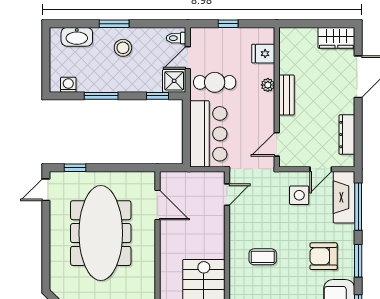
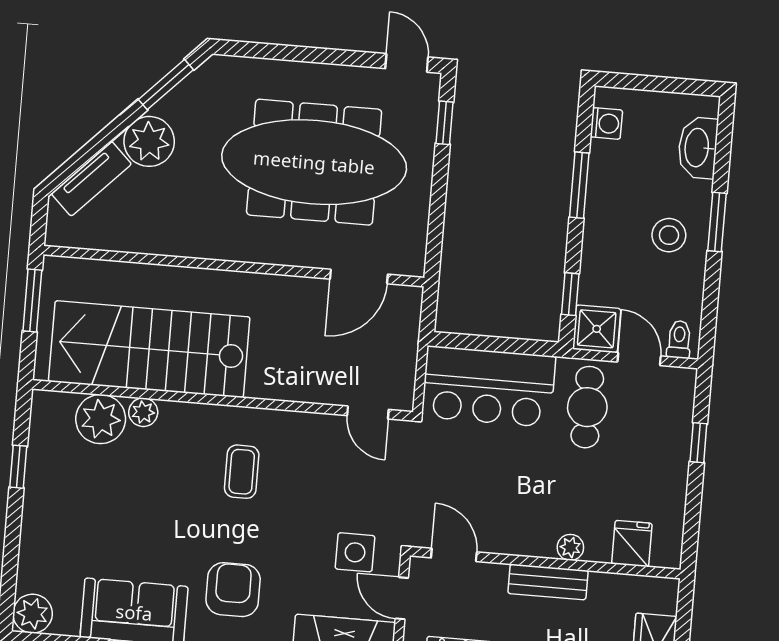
fridge: (263, 54) -> (632, 544), moved
plant: (268, 85) -> (570, 547), moved
bench: (287, 95) -> (548, 582), moved
wall: (277, 97) -> (545, 563), moved
door: (277, 144) -> (454, 555), moved

